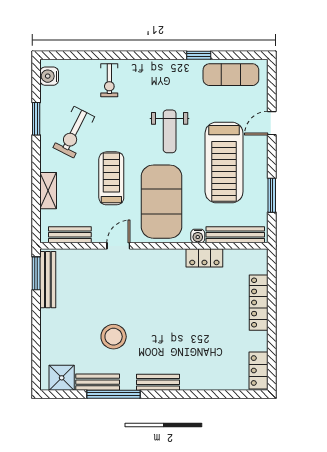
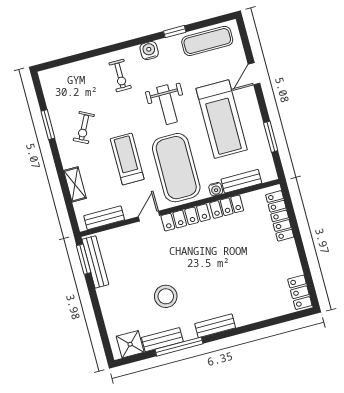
water cooler: (49, 76) -> (149, 51), moved, turned 90
exercise bike: (109, 80) -> (120, 75), moved
exercise bike: (74, 132) -> (84, 128), width x0.73, depth x0.72
bench: (235, 235) -> (241, 181), width x0.73
locker: (157, 258) -> (186, 217), added
locker: (259, 303) -> (280, 216), moved

